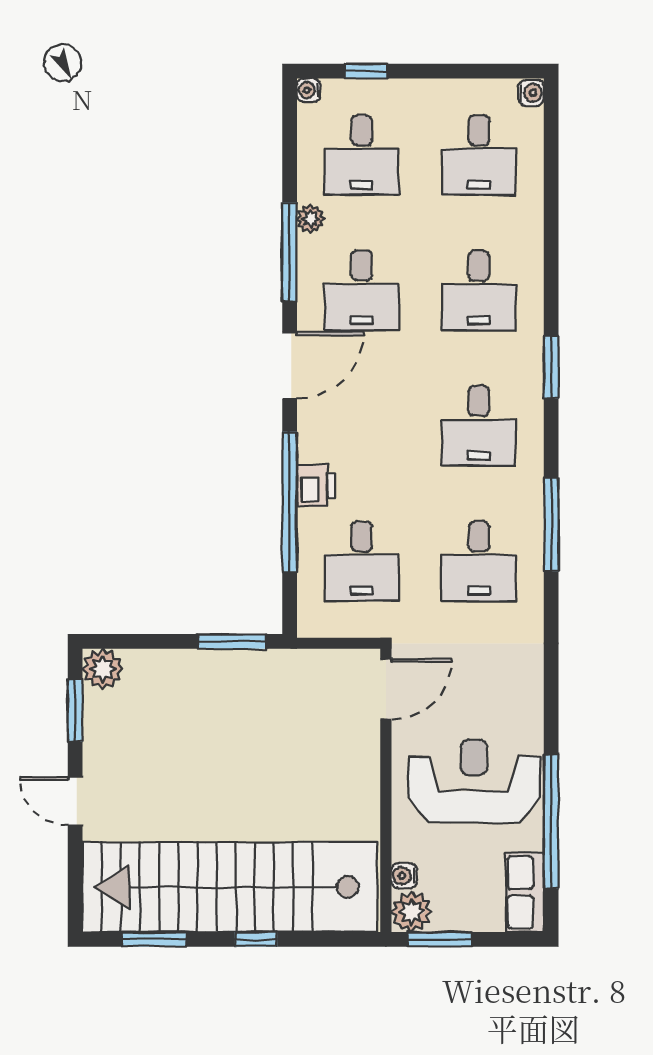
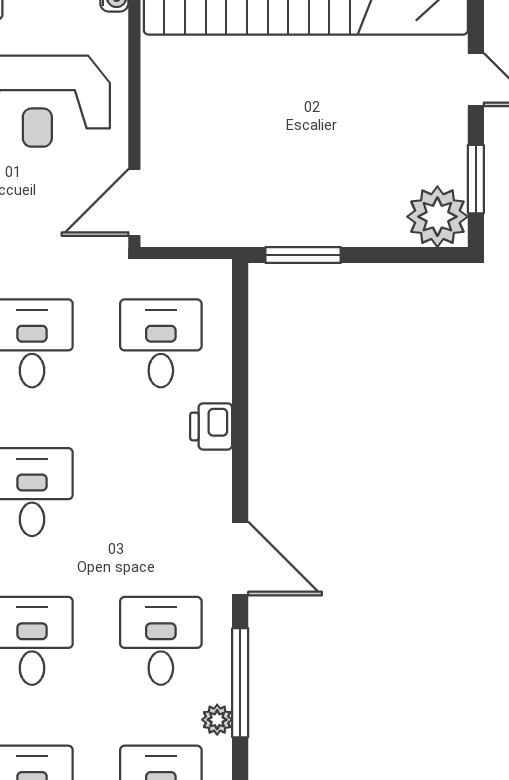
door: (290, 365) -> (240, 558), swing flipped
window: (290, 502) -> (240, 408), removed
plant: (103, 669) -> (437, 217), width x1.36, depth x1.36

